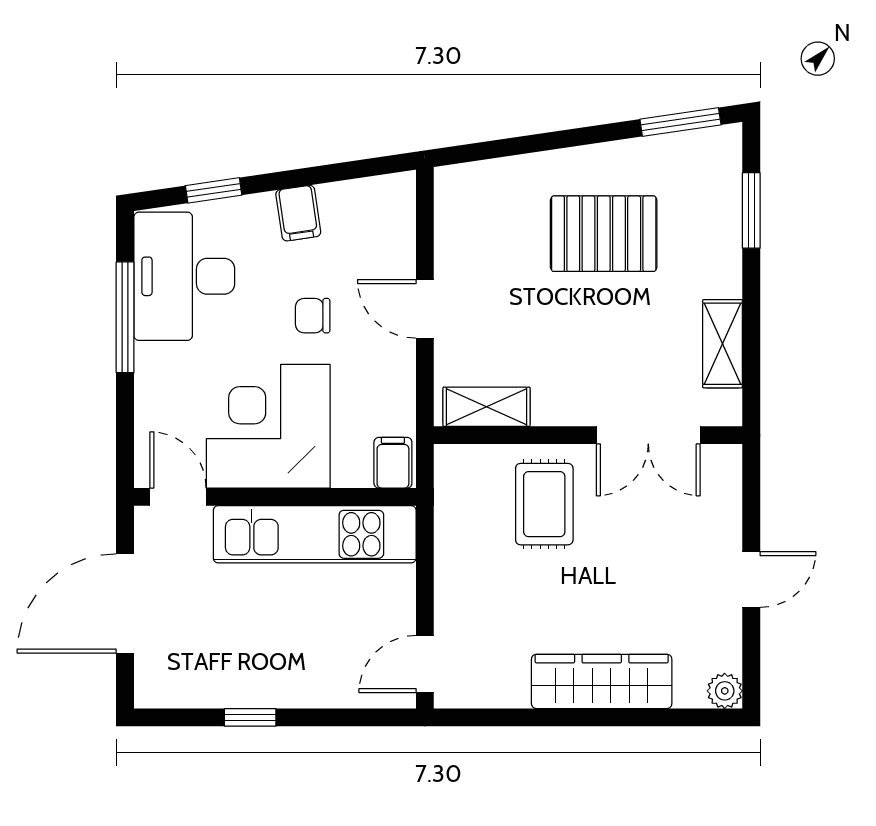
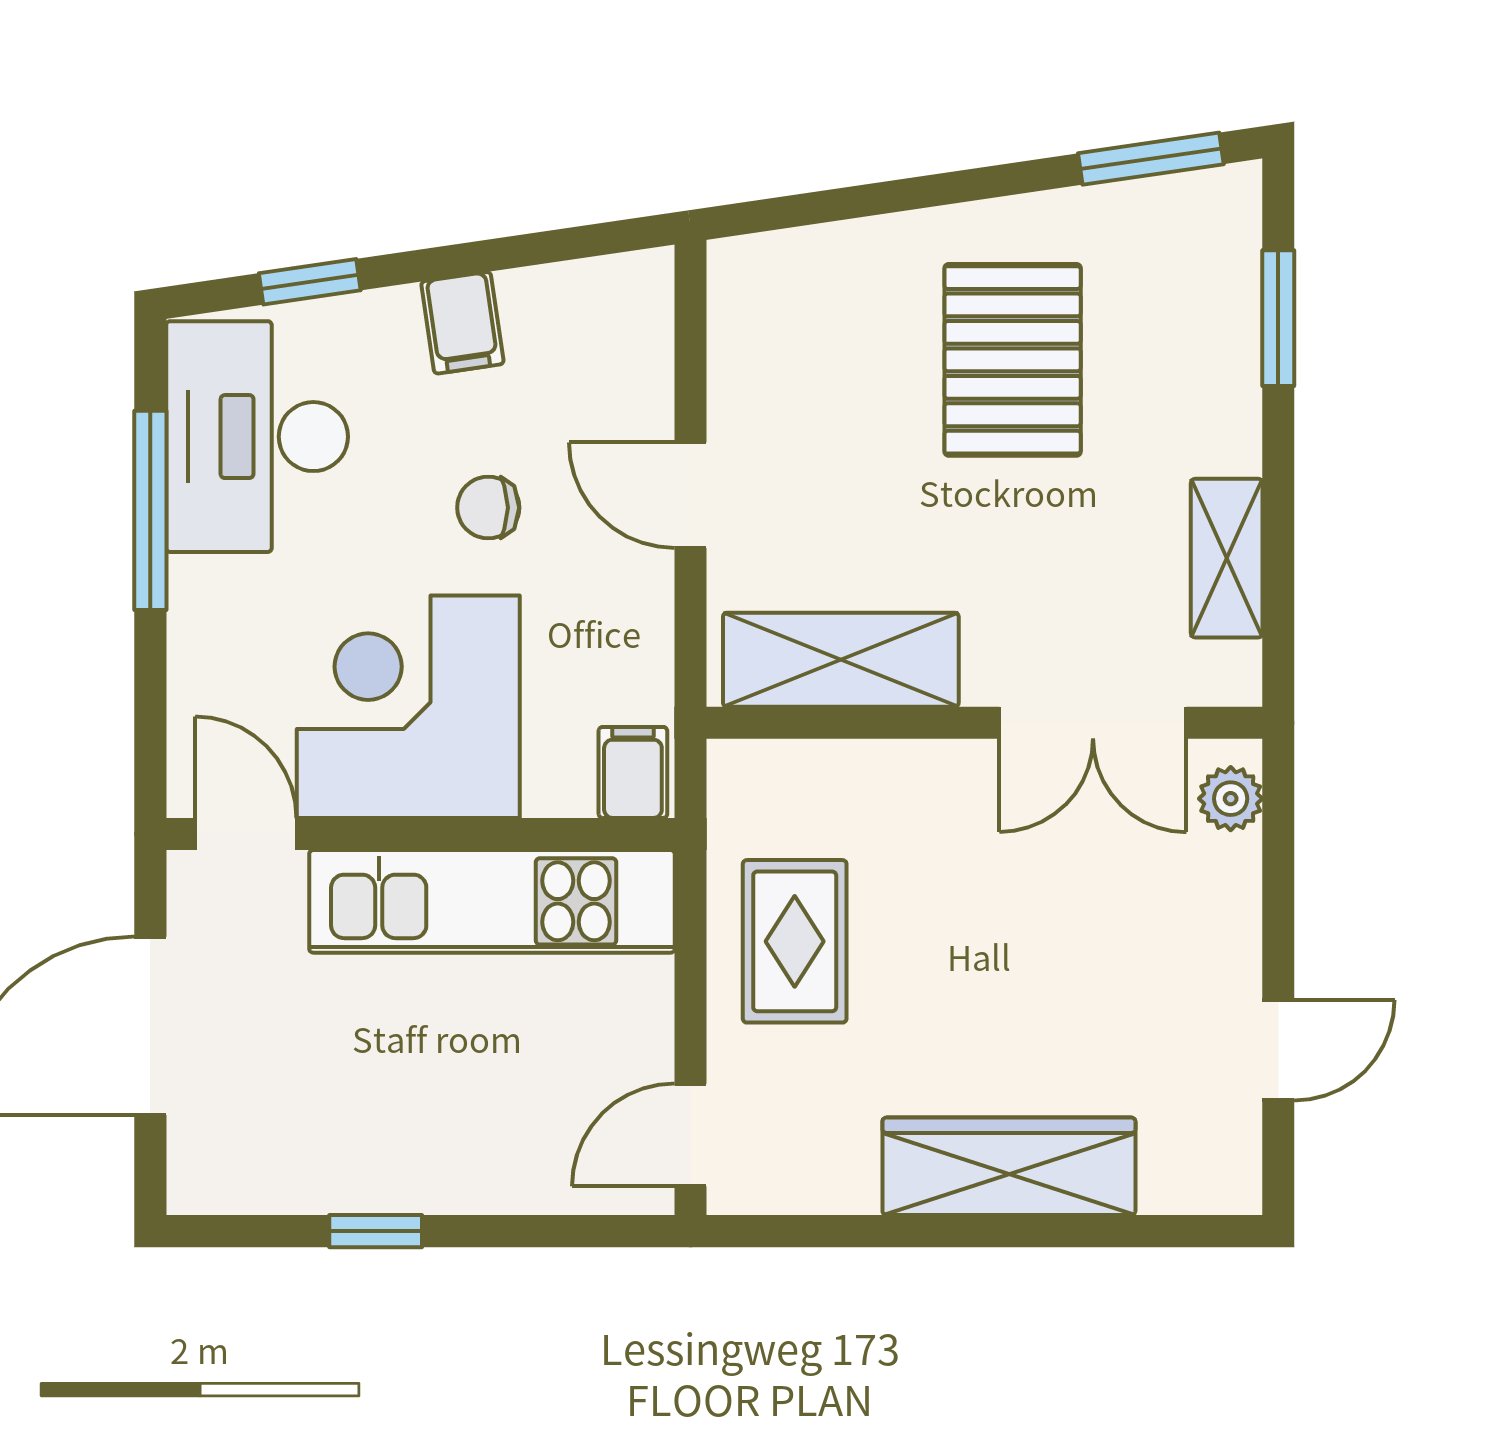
pallet: (604, 234) -> (1013, 360), turned 90
shelving: (487, 407) -> (841, 660), width x1.50, depth x1.33
rug: (544, 504) -> (795, 941), moved
door: (751, 579) -> (1278, 1050), moved
plant: (725, 691) -> (1231, 799), moved

